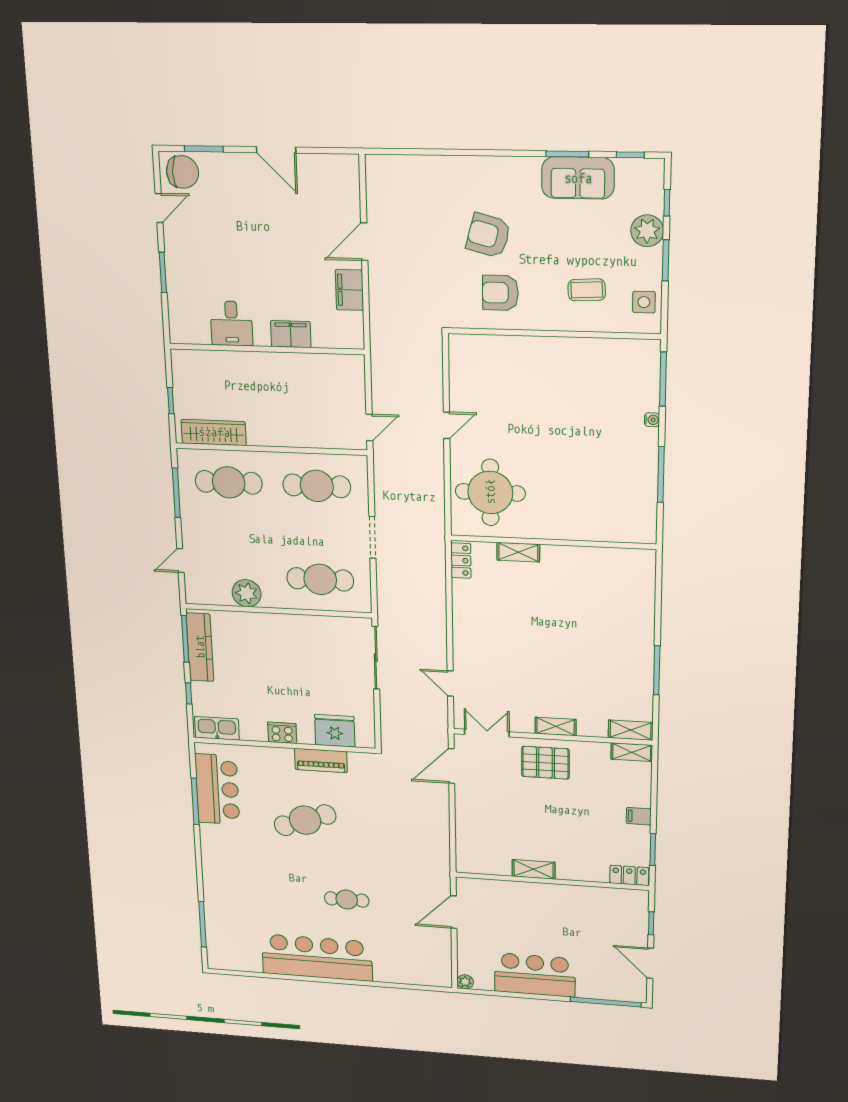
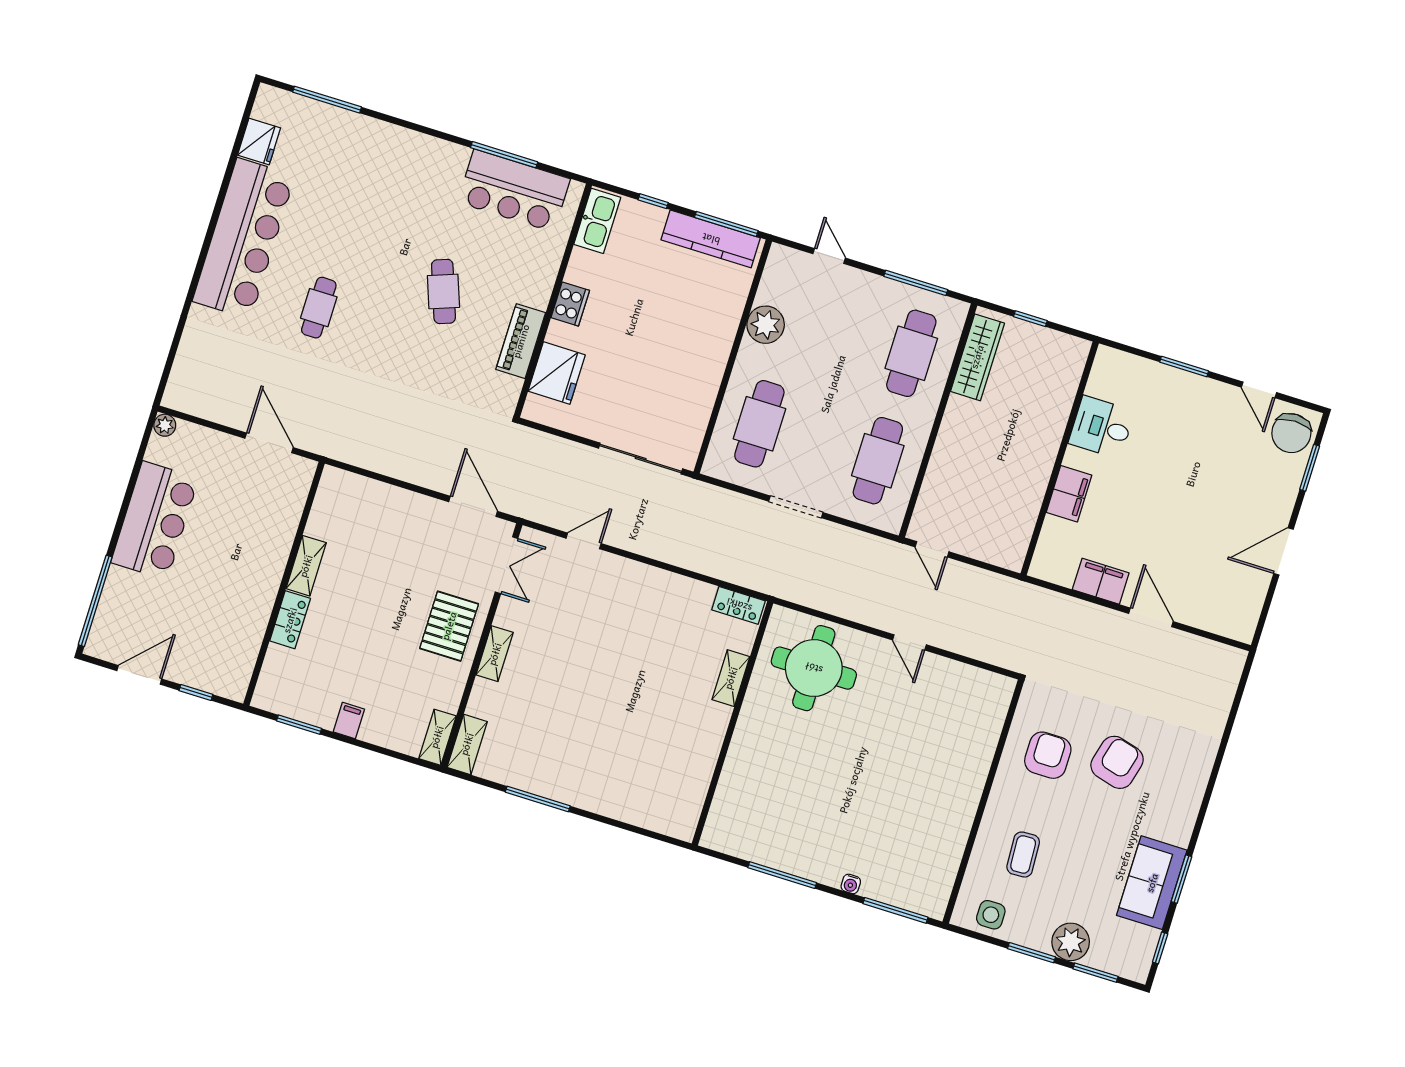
window: (667, 203) -> (1096, 973), width x1.50
cafe table: (305, 820) -> (443, 291), width x0.73, depth x0.74
locker: (629, 875) -> (290, 620), moved
fridge: (248, 961) -> (259, 141), added

